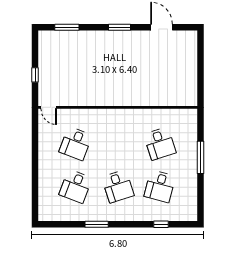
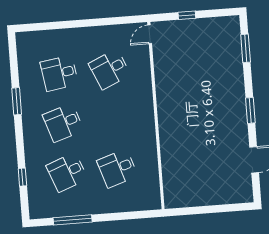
desk: (76, 144) -> (110, 69), turned -45
window: (200, 157) -> (73, 220), moved
desk: (76, 186) -> (59, 73), turned -30
desk: (160, 186) -> (67, 172), turned -36

